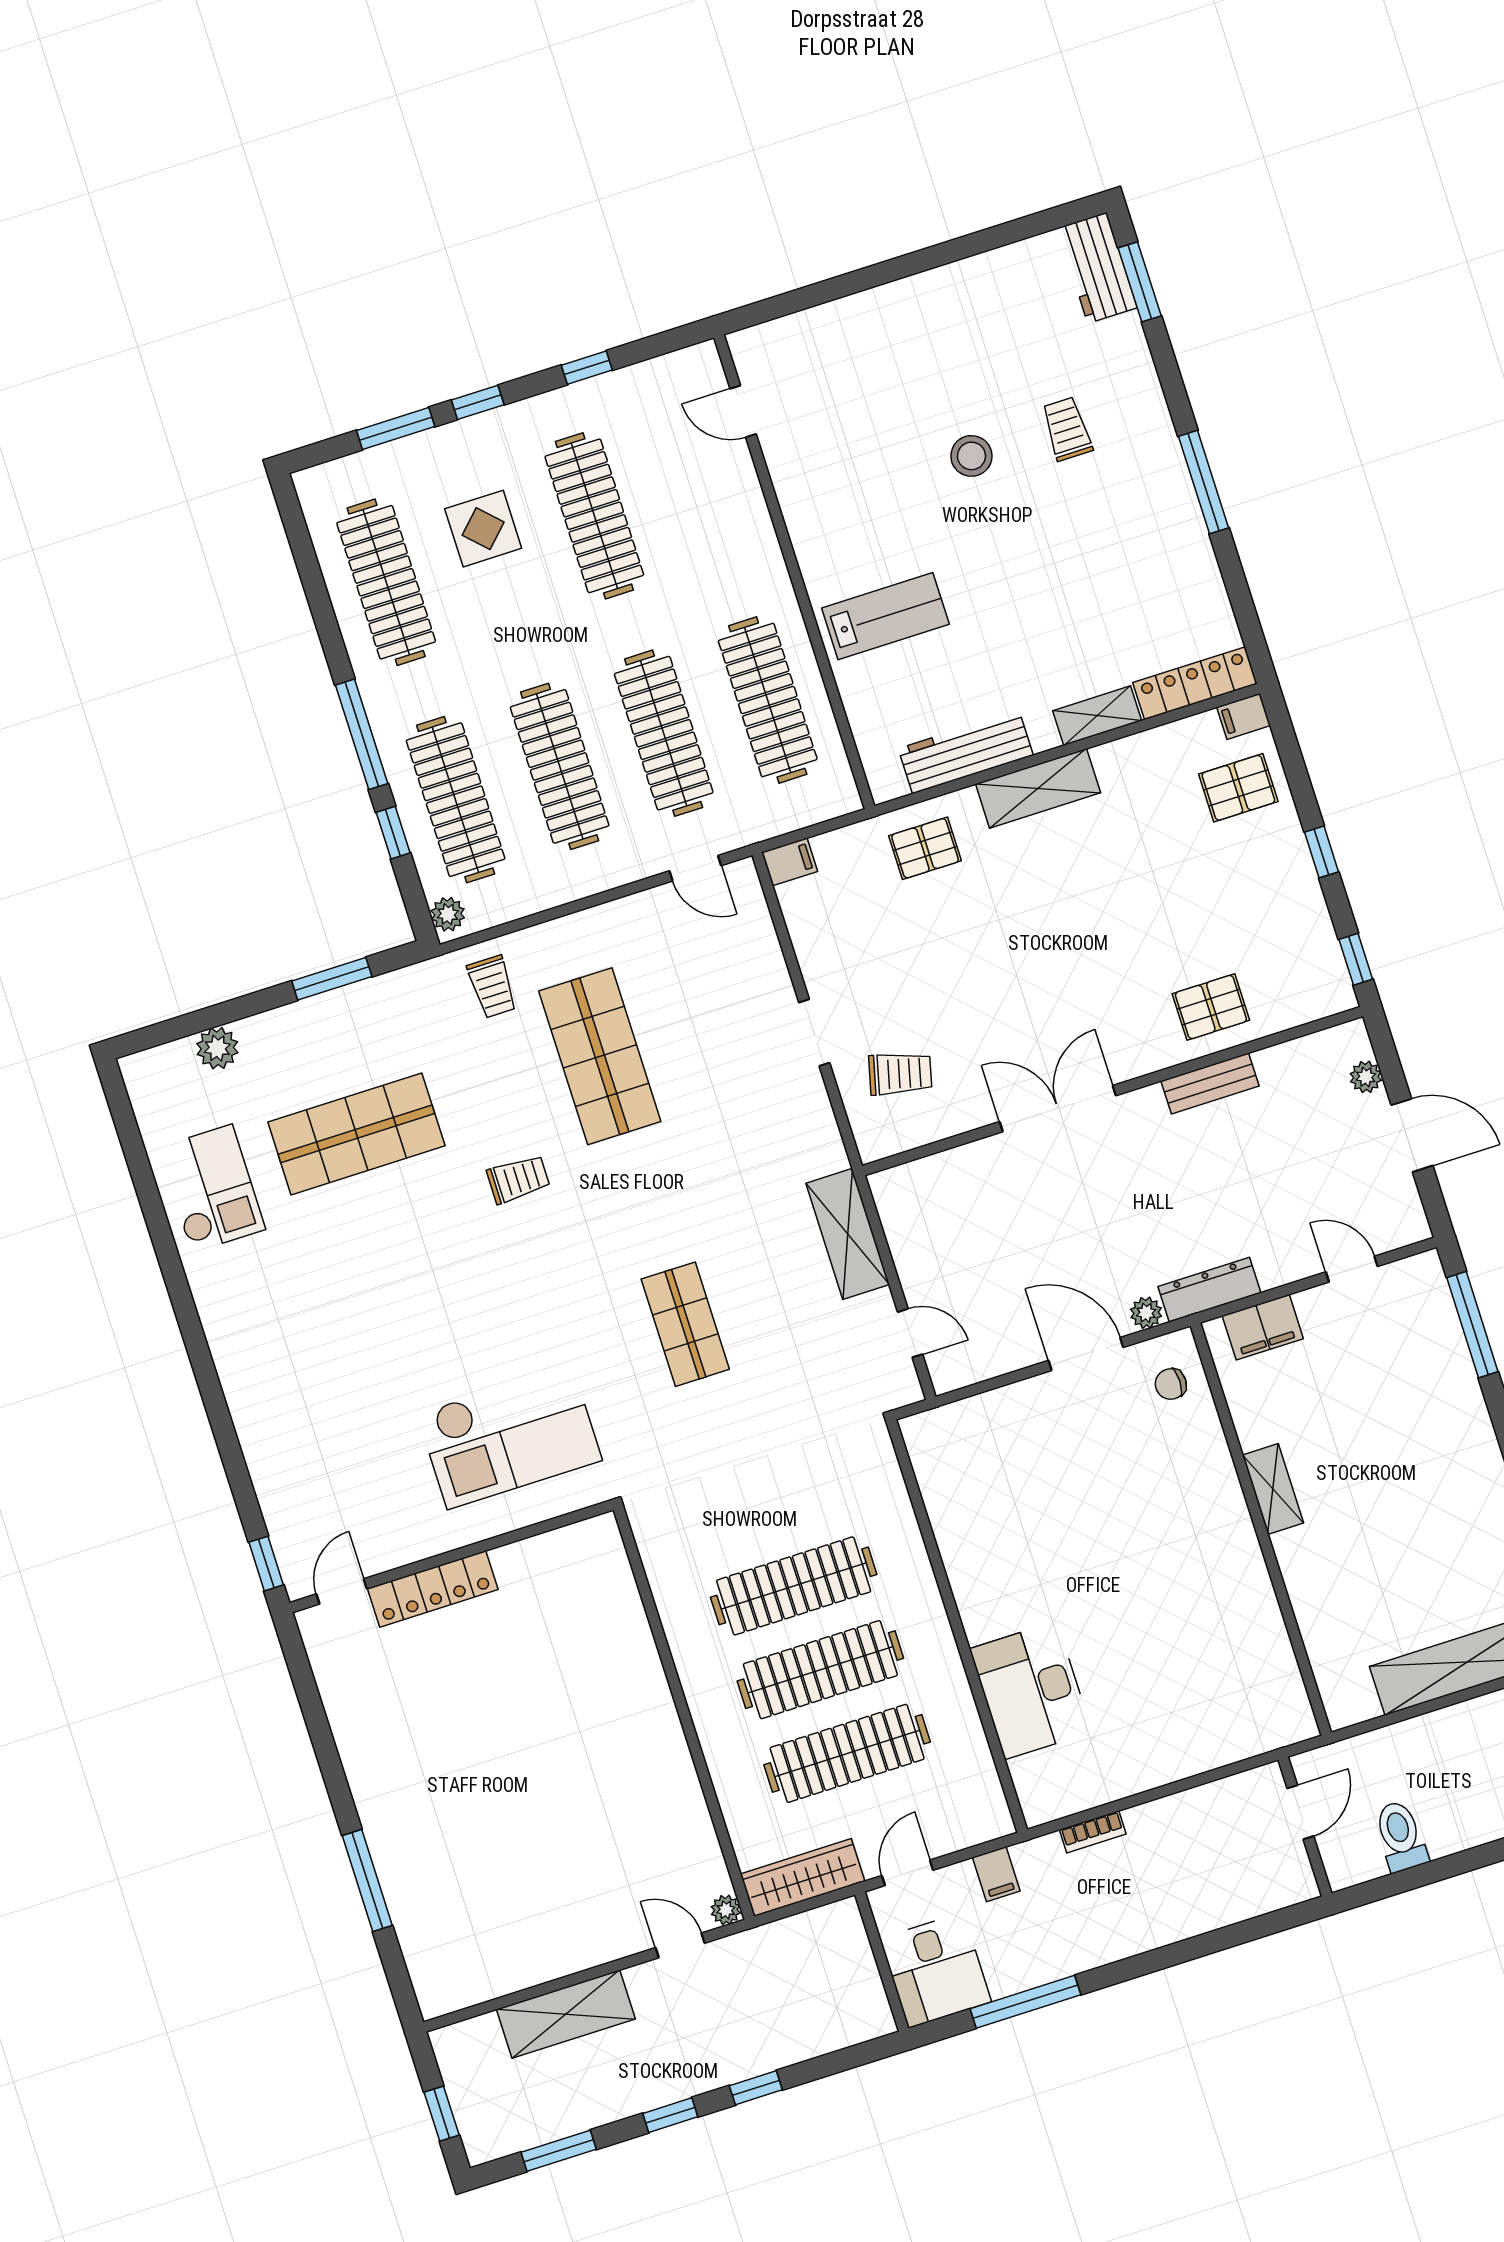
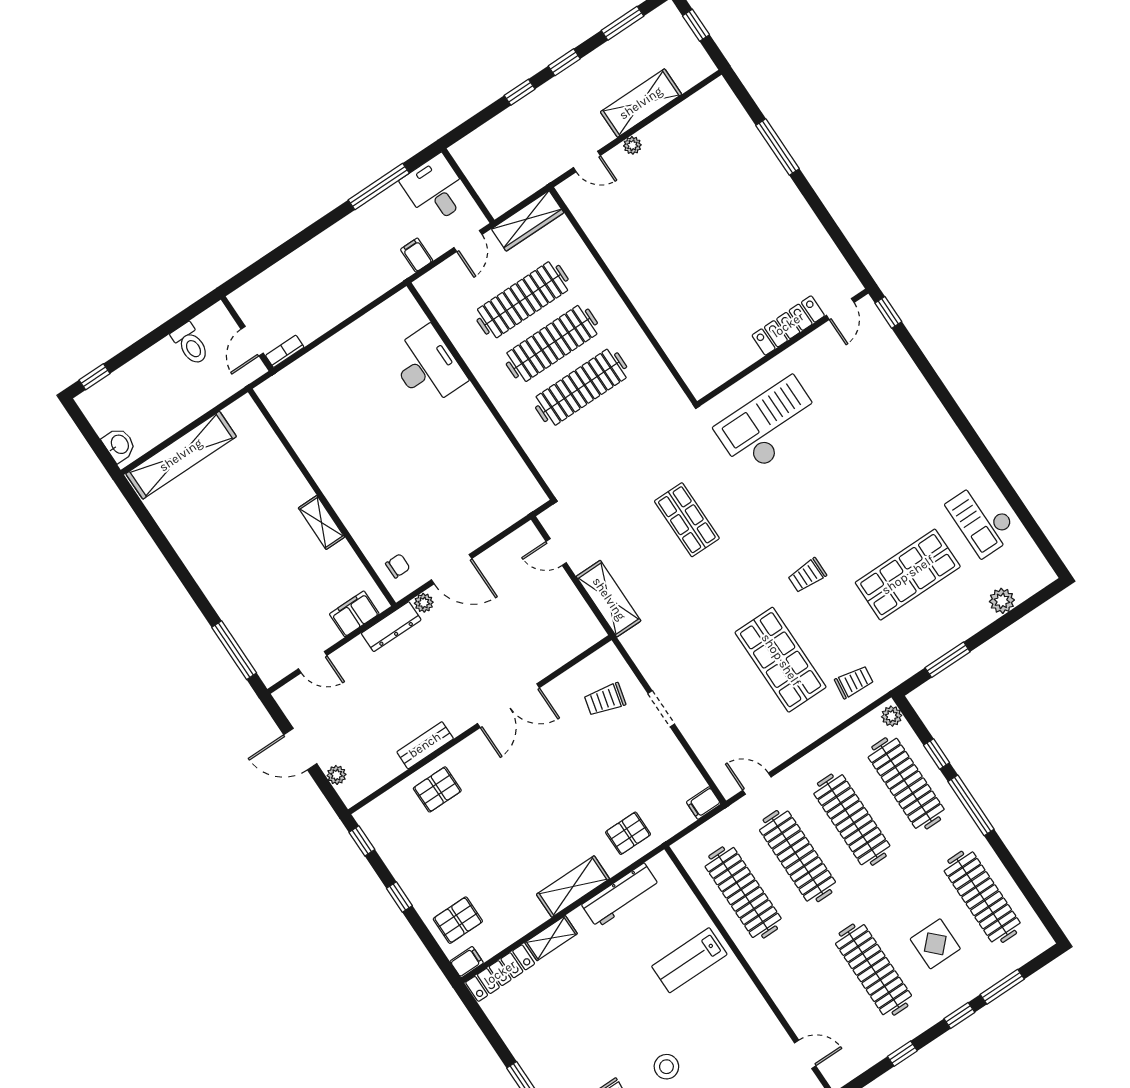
trolley: (492, 987) -> (854, 682), turned 97
bookcase: (1093, 1832) -> (285, 351), moved
plant: (726, 1910) -> (632, 145), moved

